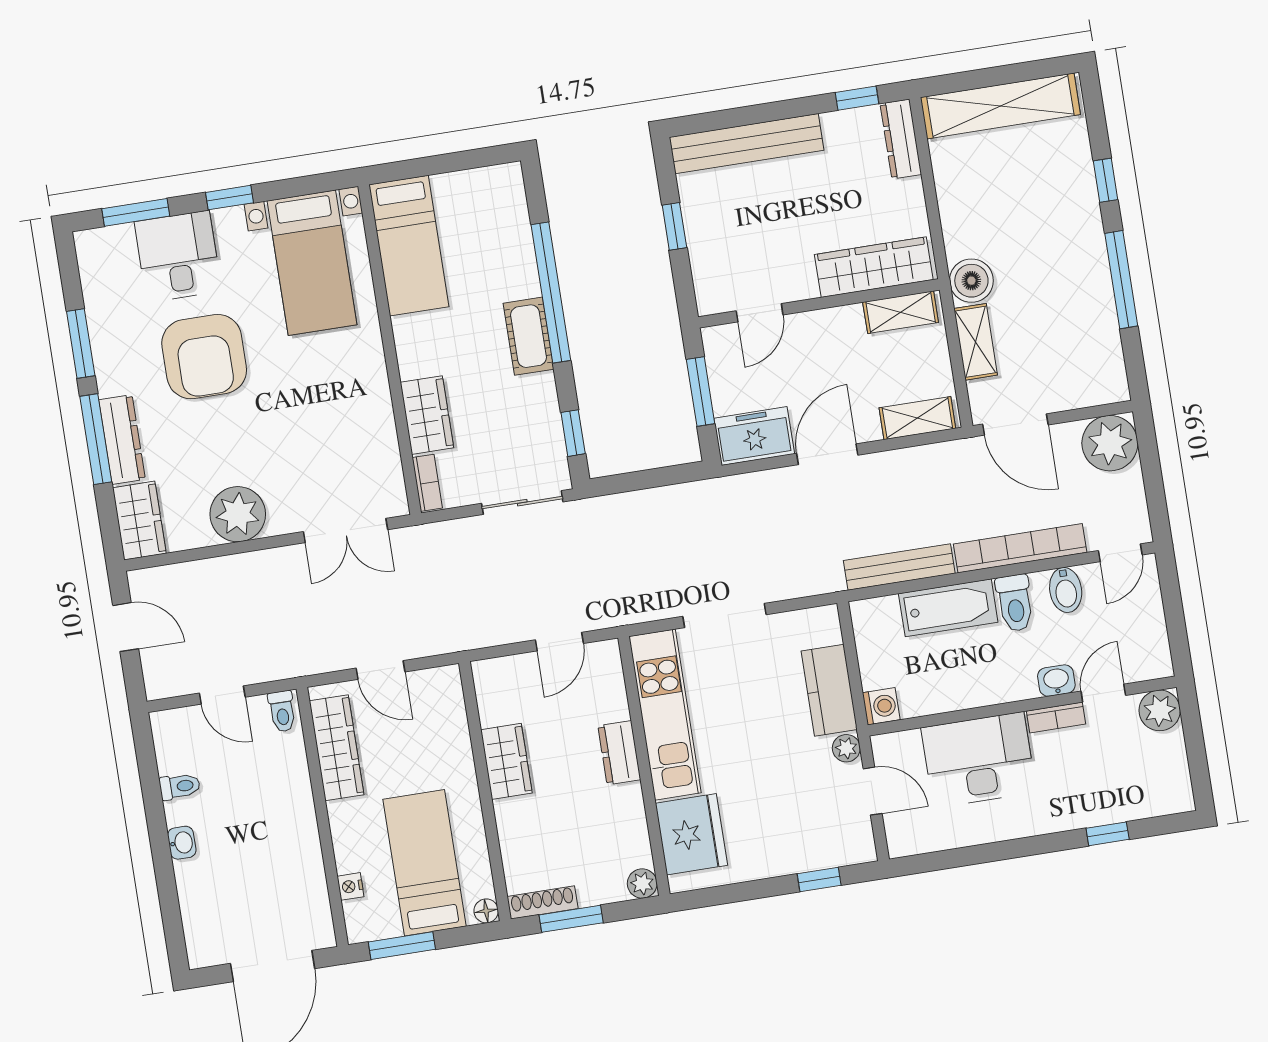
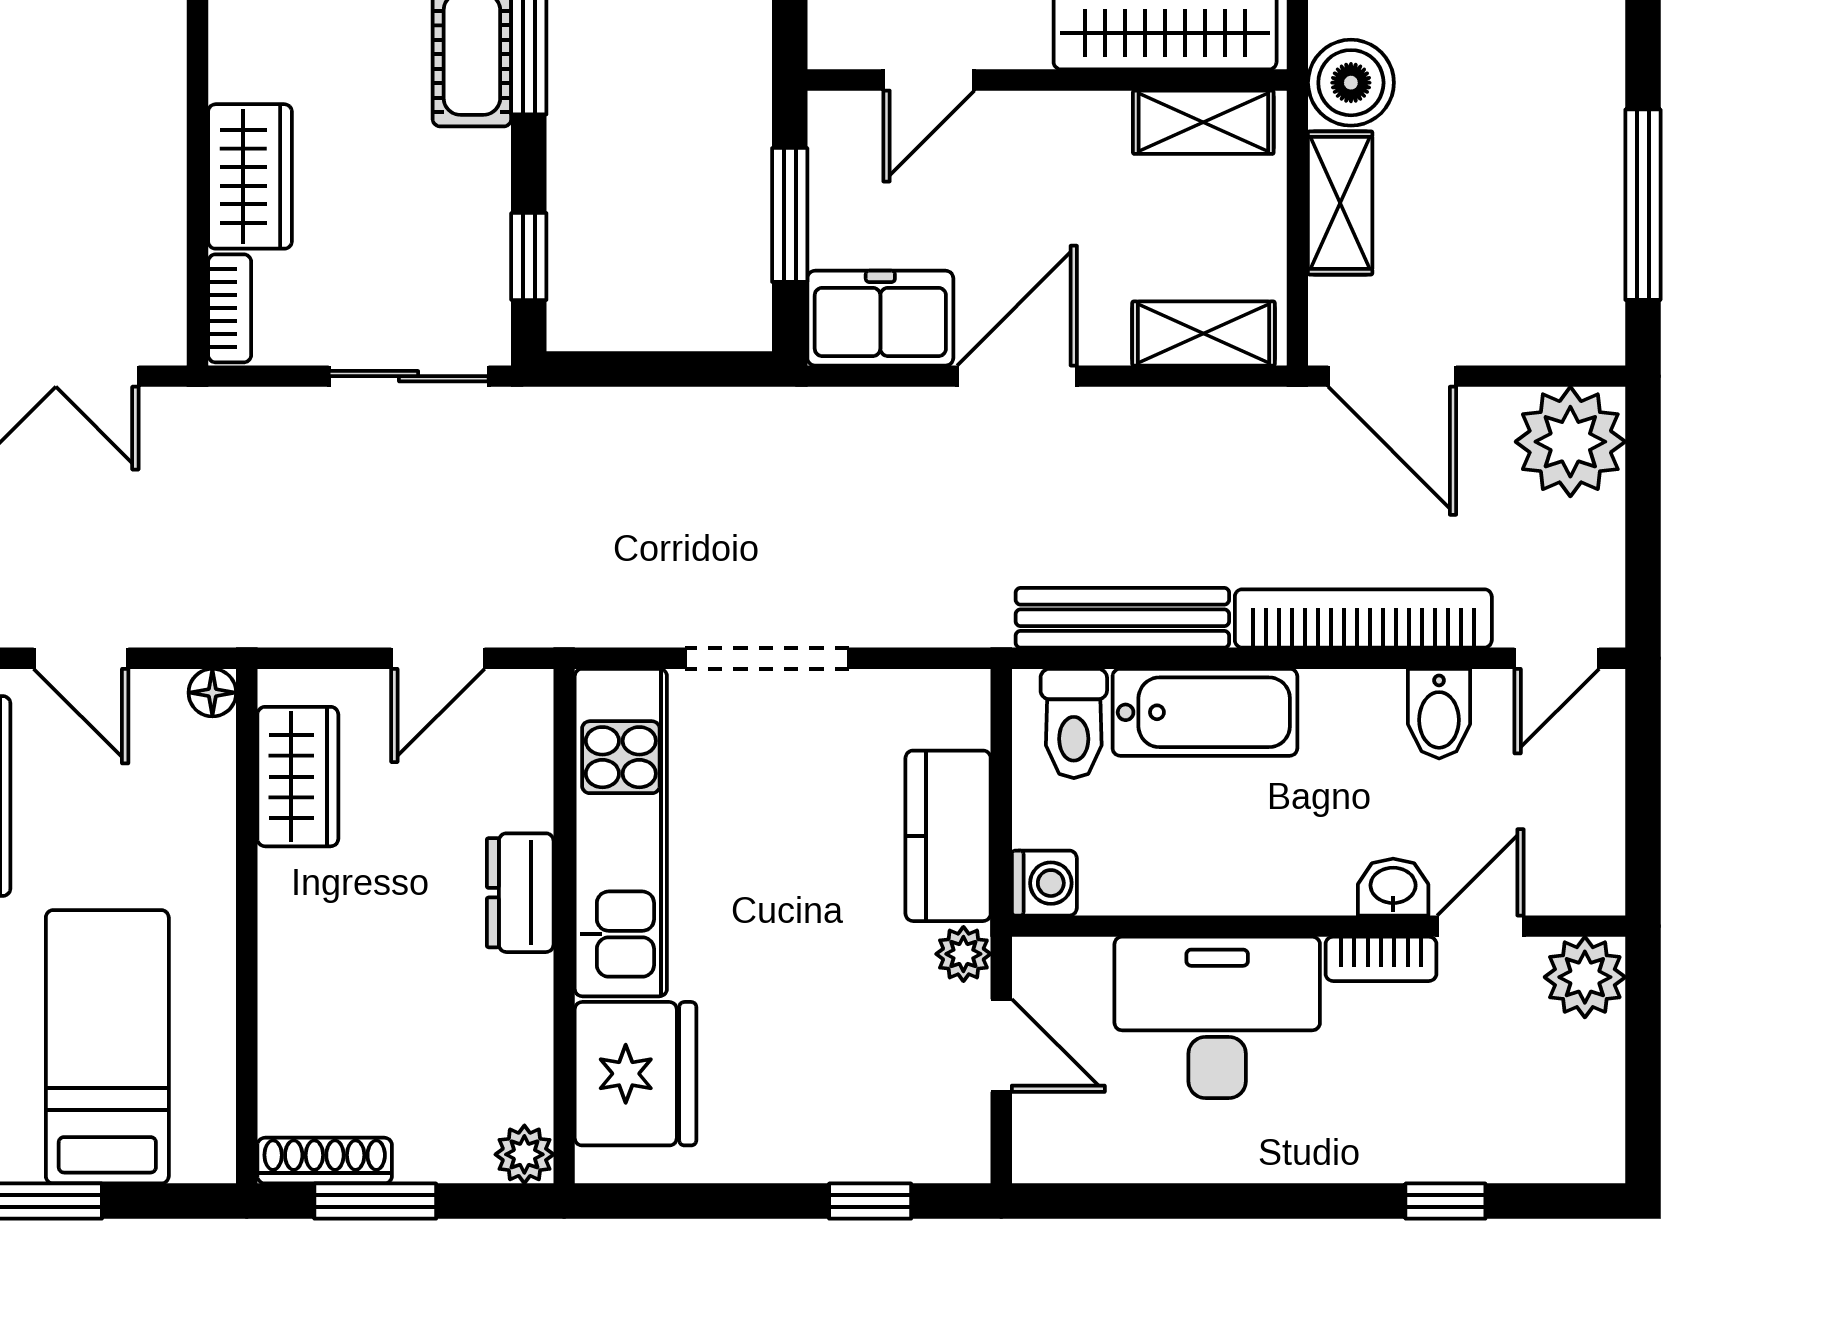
window: (1121, 280) -> (1643, 205), moved
toilet: (1015, 603) -> (1074, 723), moved
wardrobe: (506, 761) -> (298, 777), moved
floor lamp: (486, 911) -> (212, 693), moved

